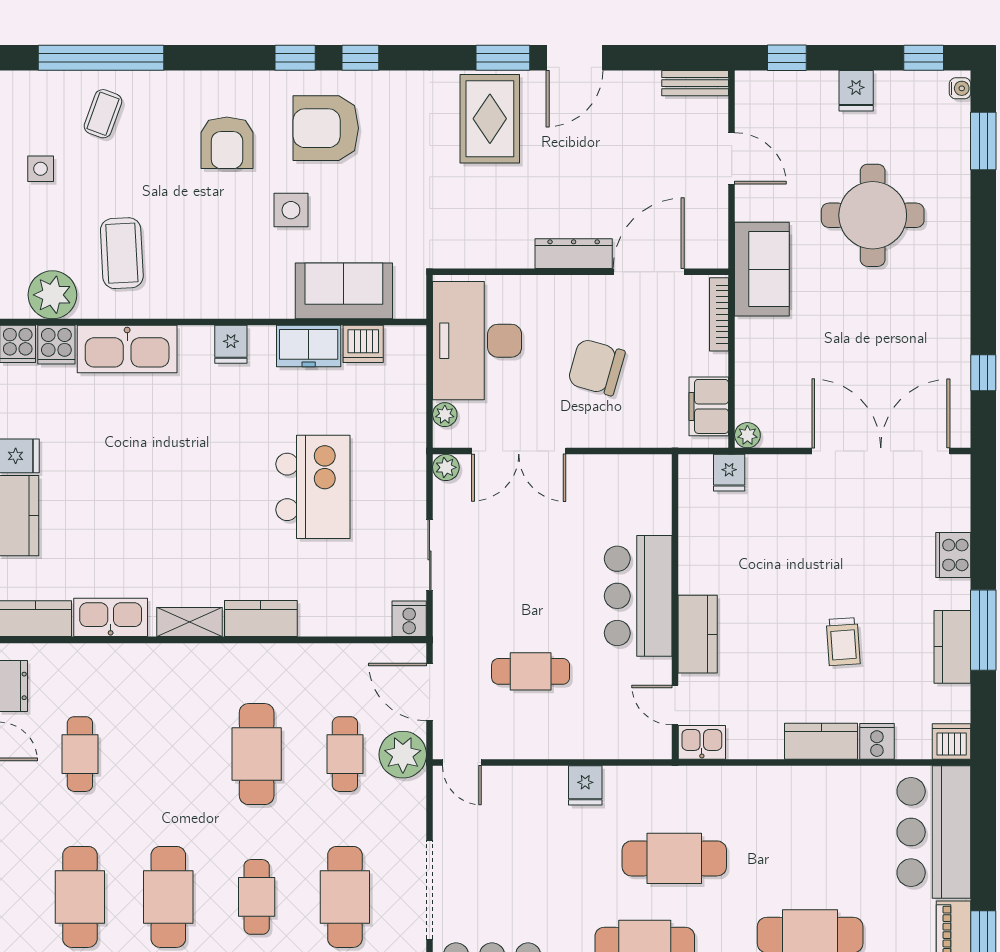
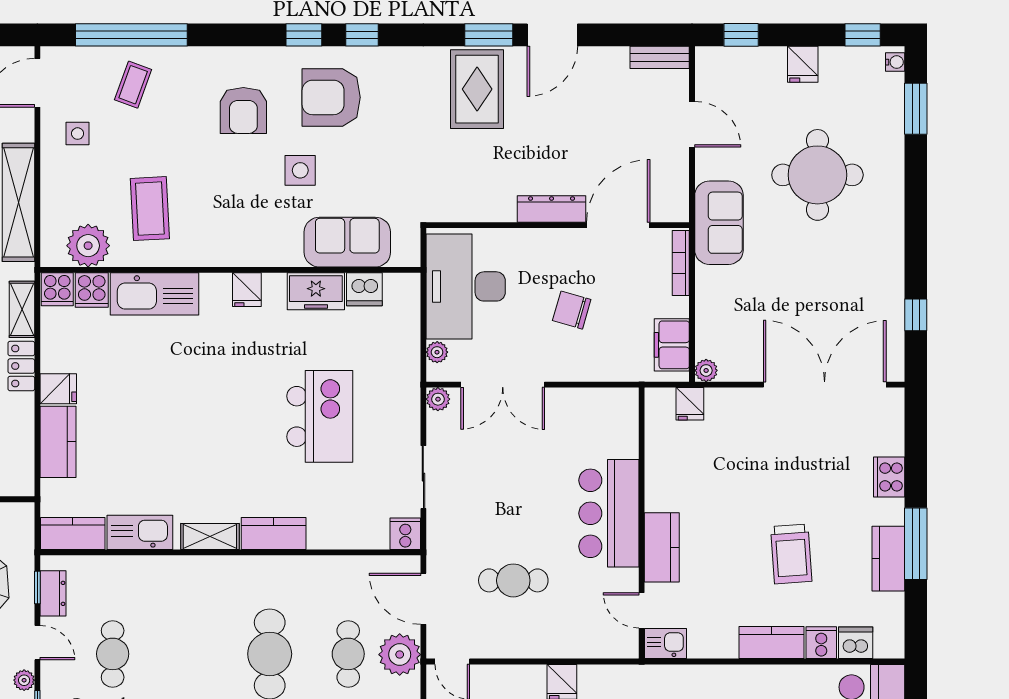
chair: (596, 367) -> (572, 310), width x0.73, depth x0.73
trolley: (843, 642) -> (791, 554), width x1.36, depth x1.39
dishwasher: (952, 742) -> (856, 643), moved

